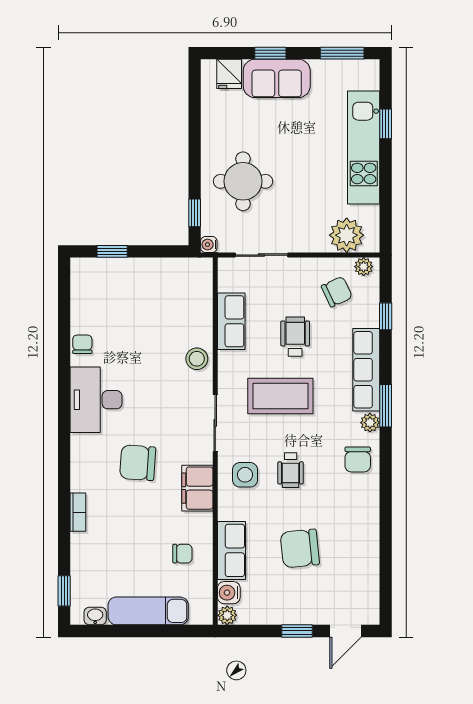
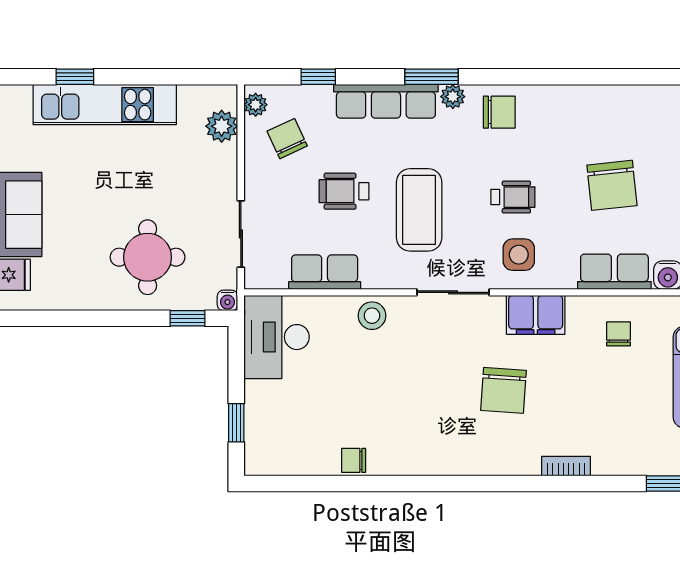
plant: (347, 235) -> (222, 126), width x0.73, depth x0.73
desk: (96, 400) -> (277, 337), moved, turned 90

